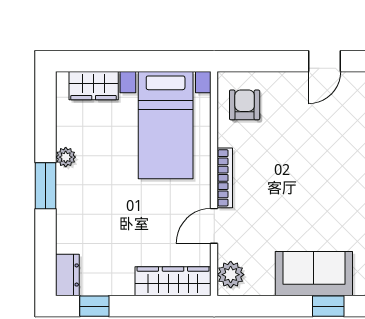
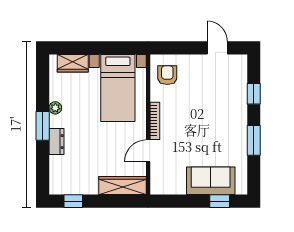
door: (324, 61) -> (217, 48), swing flipped
dresser: (67, 275) -> (56, 142), moved
plant: (231, 275) -> (159, 181), removed

